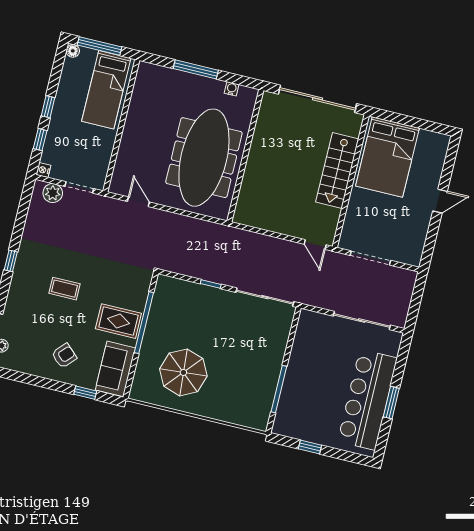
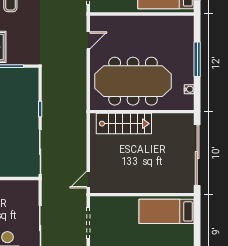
bed: (387, 157) -> (166, 211), width x0.67
stairs: (337, 170) -> (124, 124), moved, turned 180

